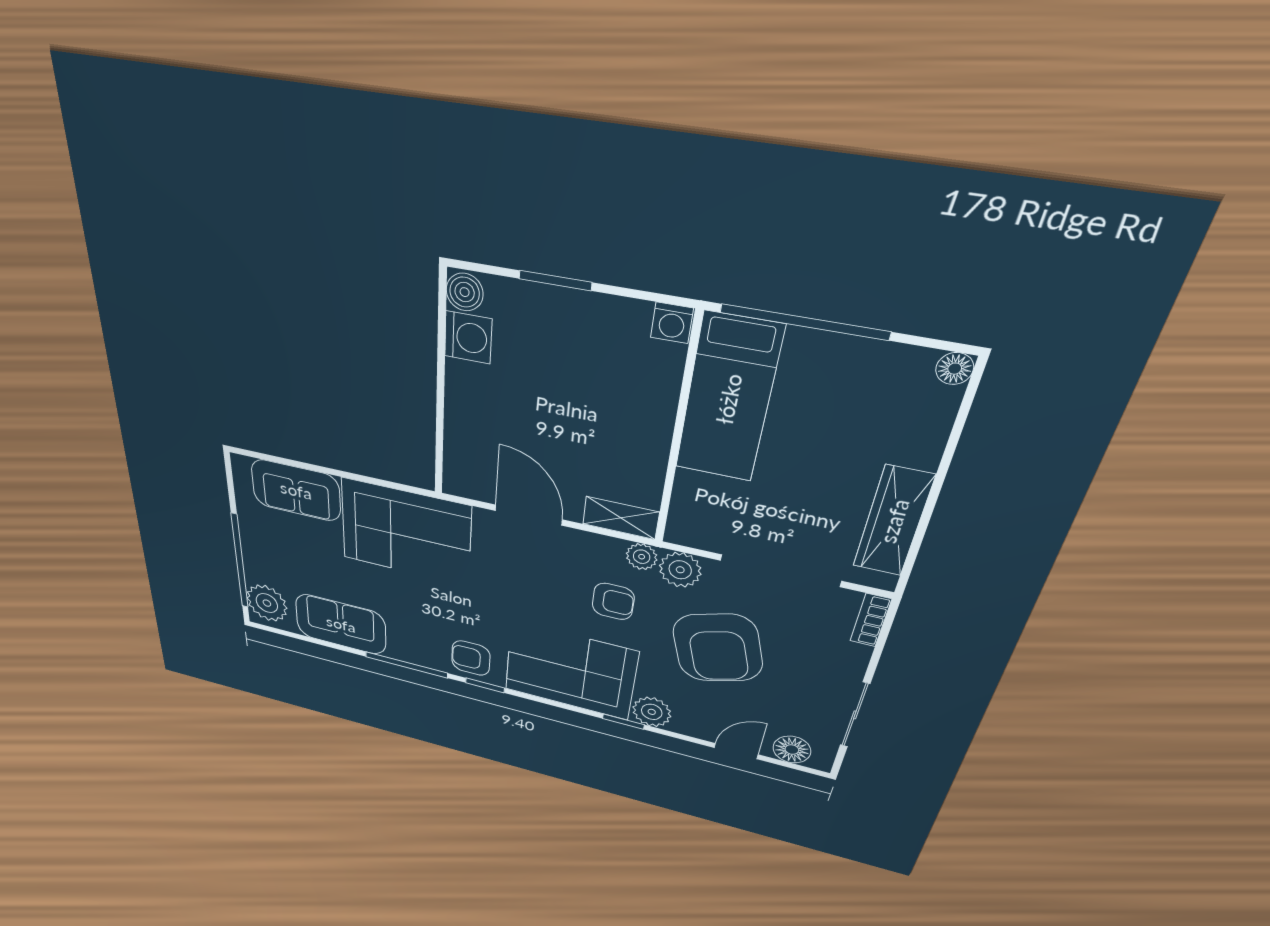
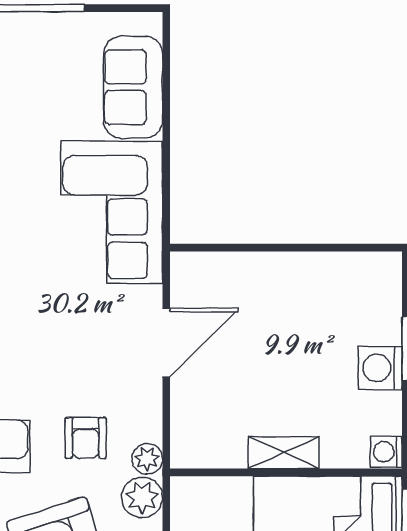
boiler: (465, 292) -> (382, 268), removed
washing machine: (468, 337) -> (380, 368), moved, turned 90
shelving: (621, 518) -> (284, 453), moved, turned 90

